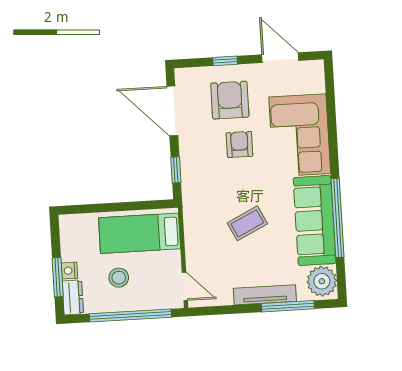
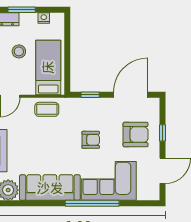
armchair: (239, 144) -> (91, 140), moved
window: (337, 218) -> (92, 203), moved
coffee table: (247, 223) -> (47, 109), moved, turned -64
nightstand: (69, 271) -> (44, 18), moved

